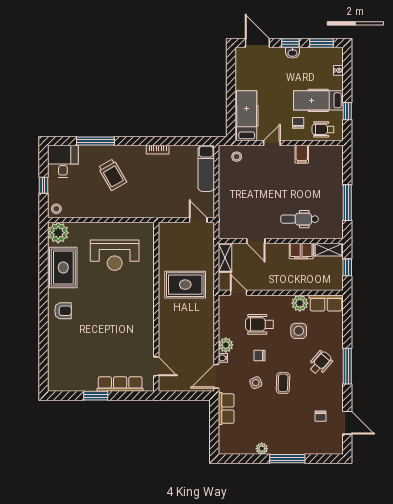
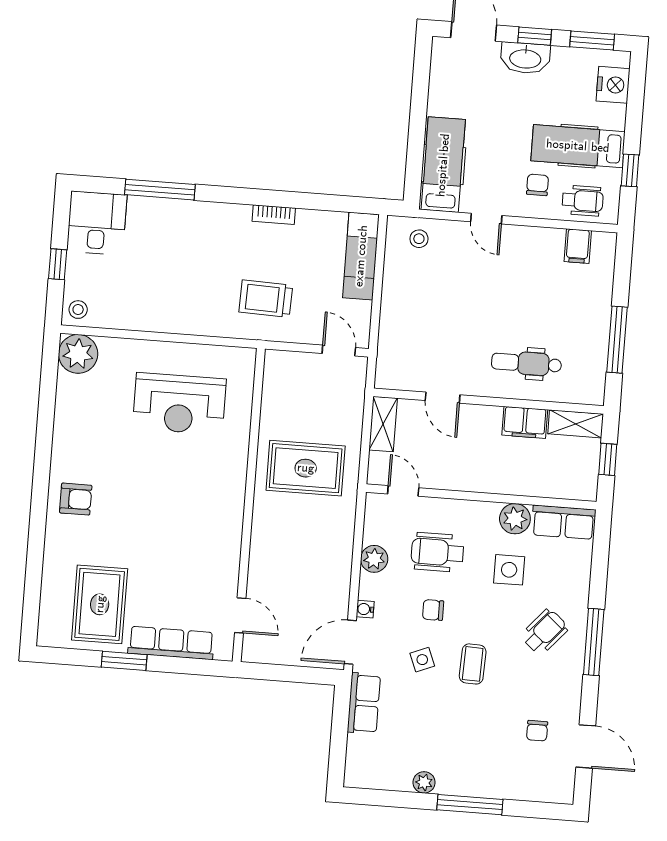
washbasin: (293, 53) -> (525, 58), width x1.91, depth x1.45
nightstand: (338, 70) -> (613, 85), width x1.89, depth x1.79
wheelchair: (323, 129) -> (583, 201), turned 180
door: (272, 143) -> (486, 219), swing flipped
filing cabinet: (302, 154) -> (578, 246), moved
trolley: (112, 175) -> (266, 299), moved, turned 122
rug: (63, 267) -> (100, 604), moved
plant: (226, 345) -> (374, 559), moved

